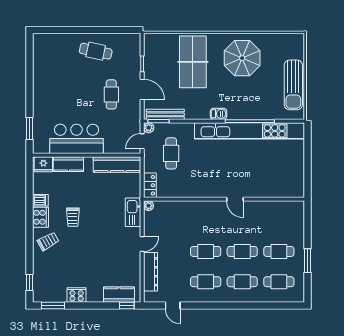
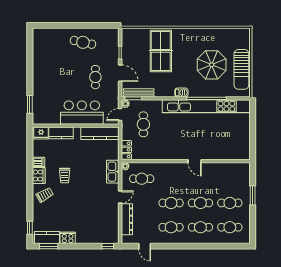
parasol: (242, 58) -> (212, 65), moved
bar counter: (77, 139) -> (82, 113), moved
cafe table: (169, 221) -> (142, 179), added
window: (307, 261) -> (253, 195), moved
kitchen counter: (119, 295) -> (47, 238), moved

